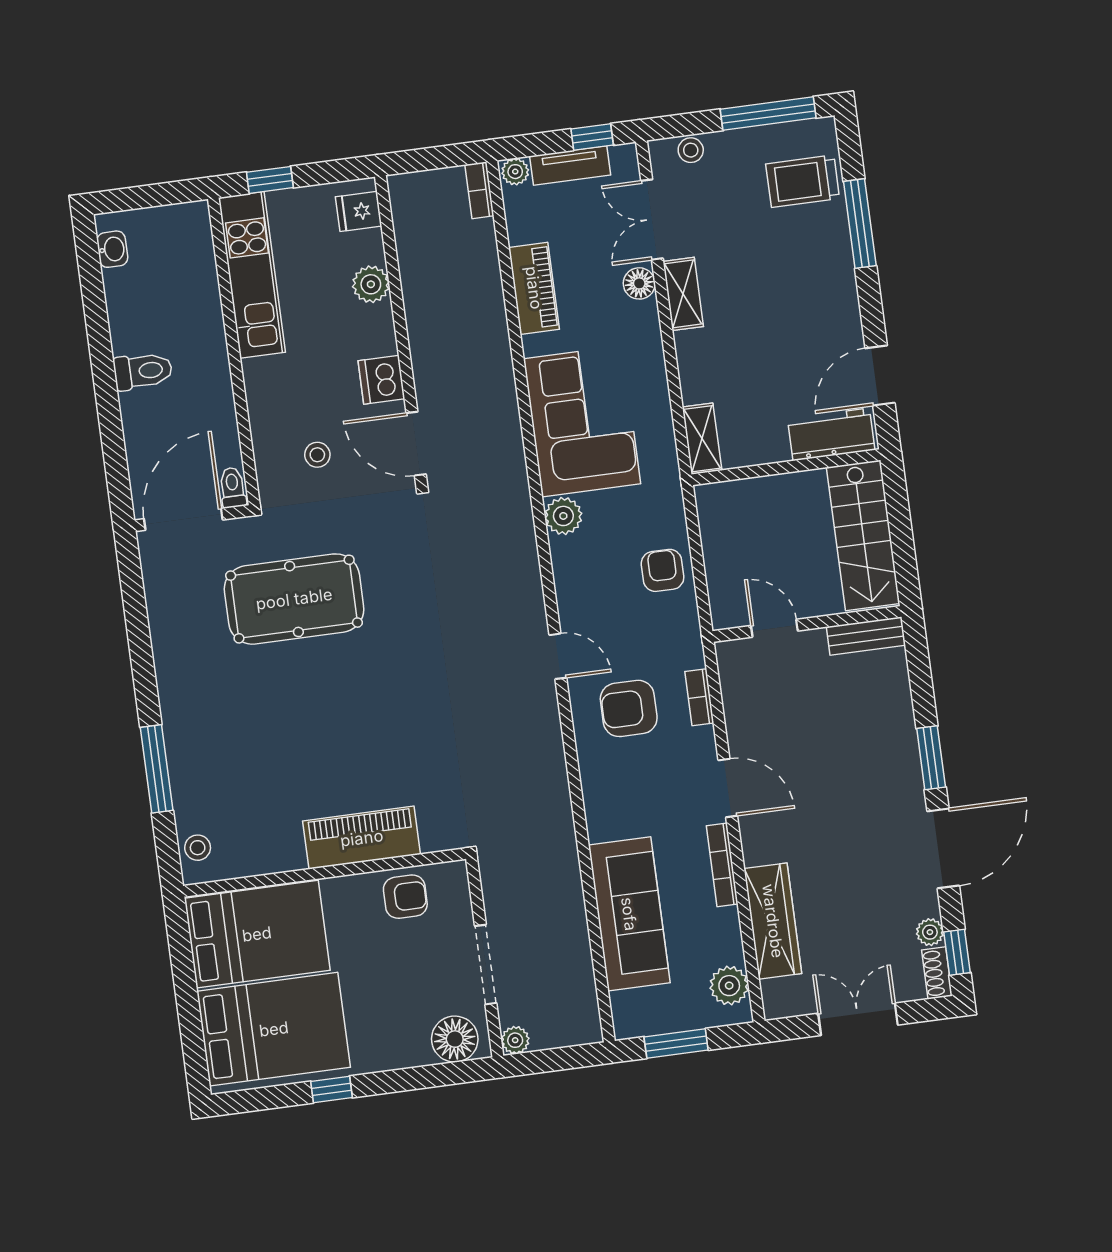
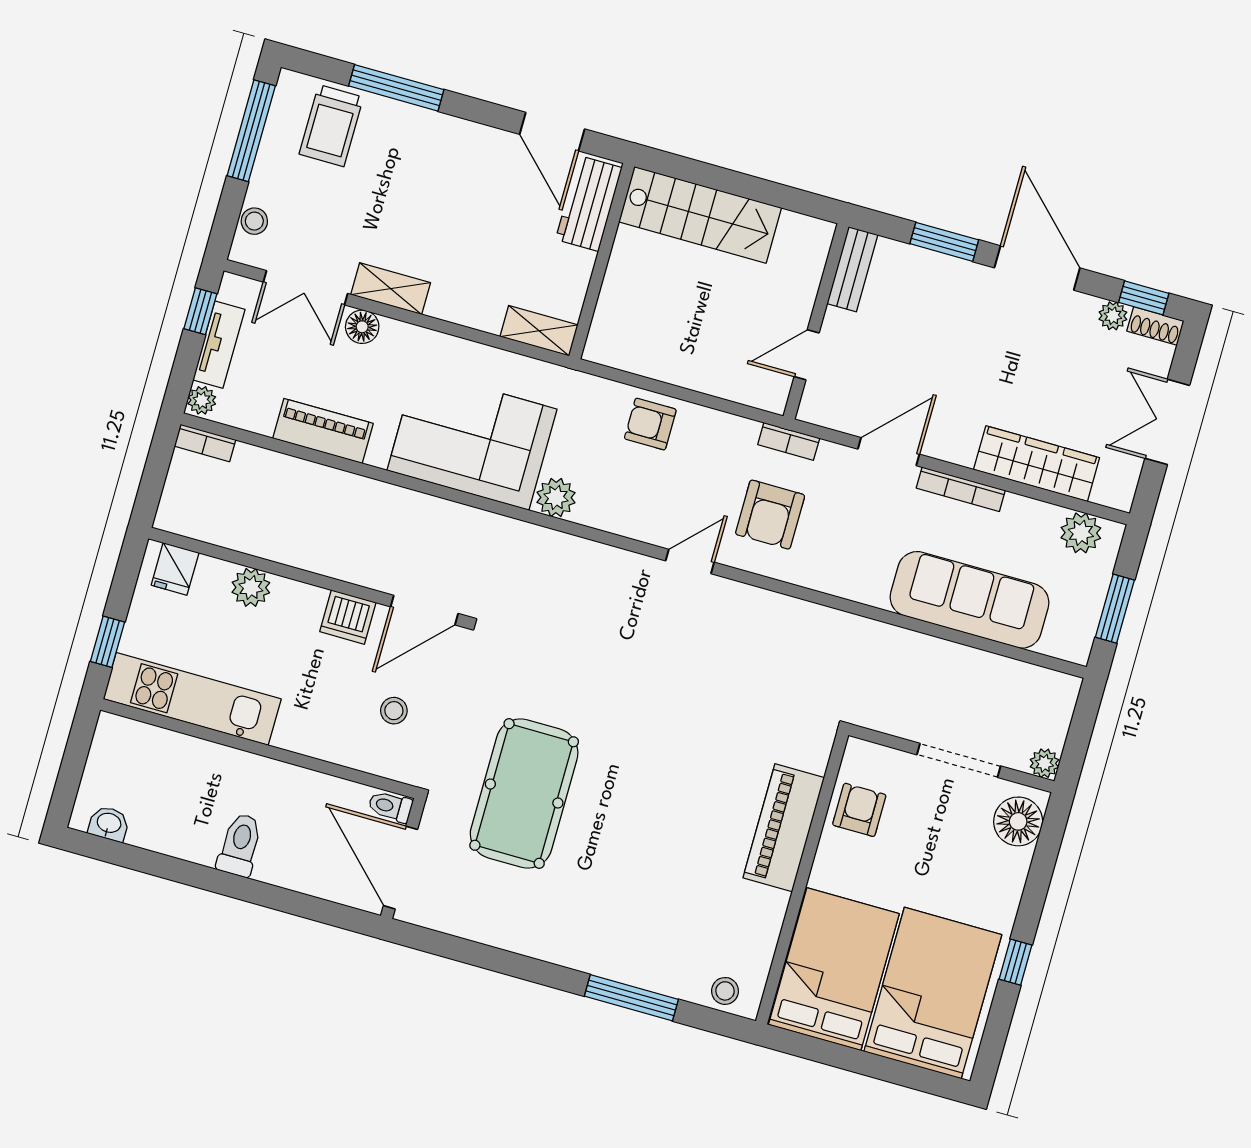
wall: (807, 624) -> (816, 321), moved
door: (774, 628) -> (807, 355), moved
bench: (866, 636) -> (852, 269), moved

